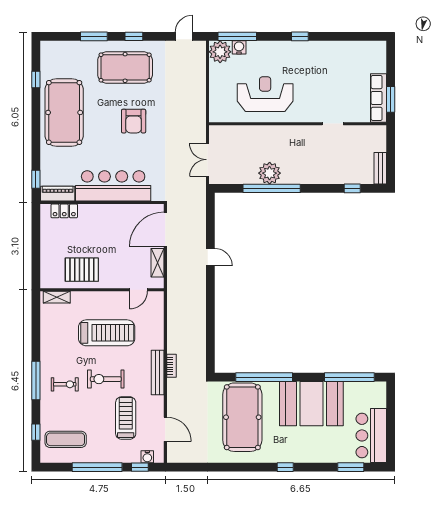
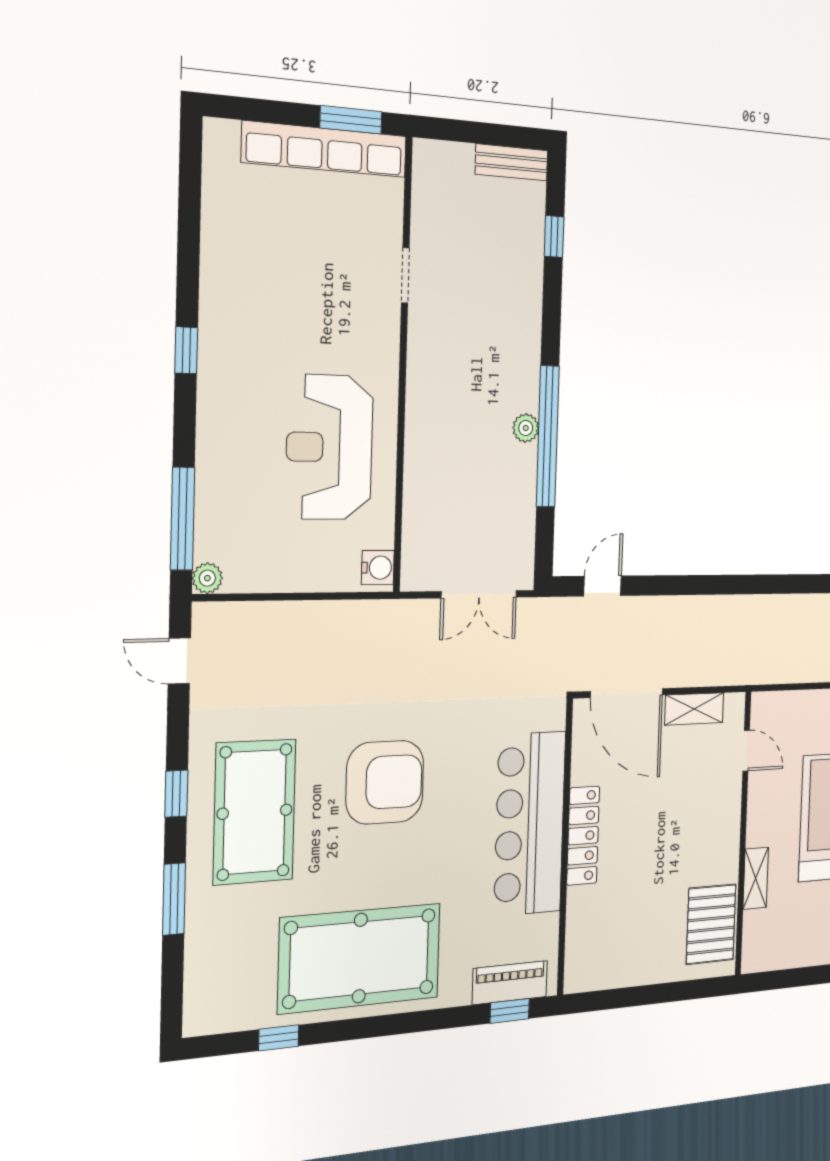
water cooler: (239, 47) -> (378, 568), moved, turned 180
plant: (220, 52) -> (207, 578), width x0.53, depth x0.53
row of seats: (378, 98) -> (325, 149), width x1.36
armchair: (134, 121) -> (385, 782), width x1.36, depth x1.36
plant: (270, 173) -> (526, 428), width x0.53, depth x0.53
piano: (58, 194) -> (510, 983), moved, turned 90
locker: (64, 211) -> (583, 836), moved, width x1.53
door: (210, 257) -> (603, 586), moved
pallet: (82, 270) -> (711, 924), moved
shelving: (57, 297) -> (756, 878), moved

